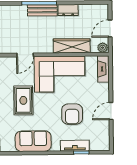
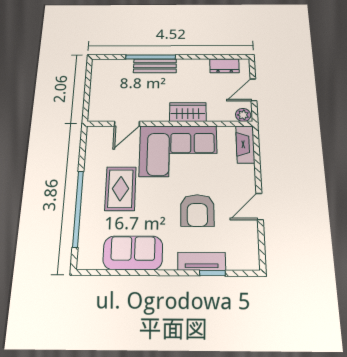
dresser: (68, 10) -> (224, 66), moved
wardrobe: (72, 46) -> (188, 112), width x0.67

